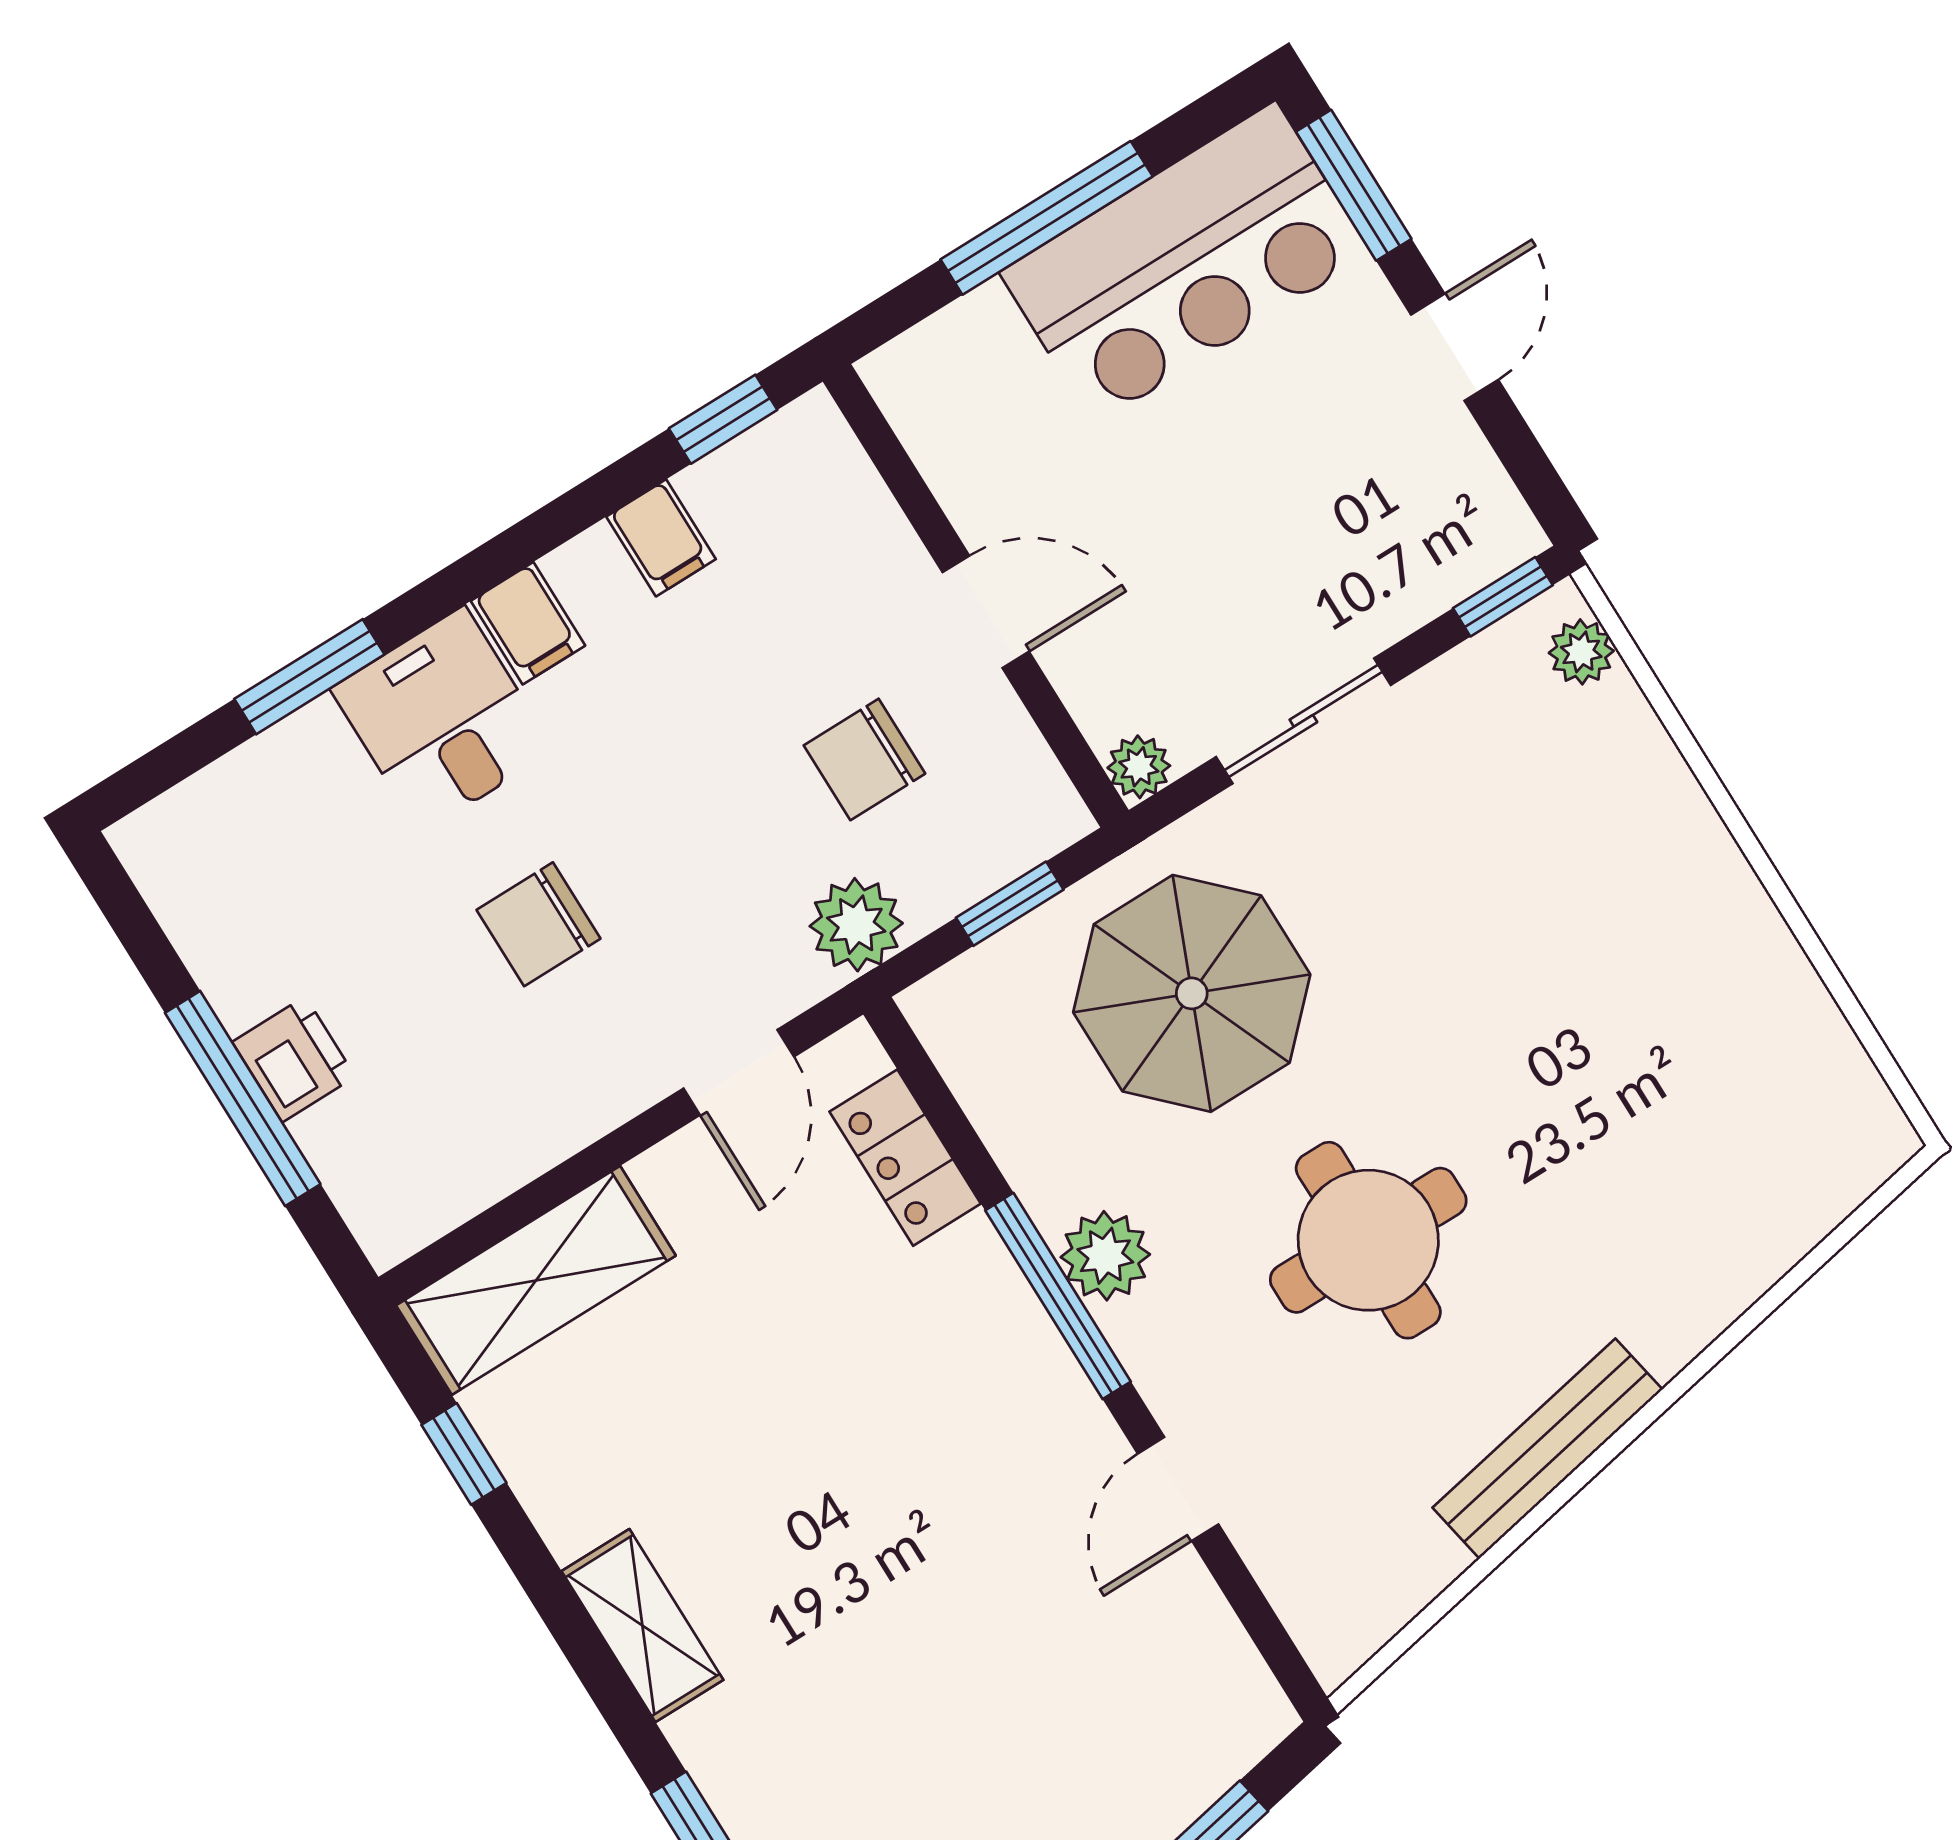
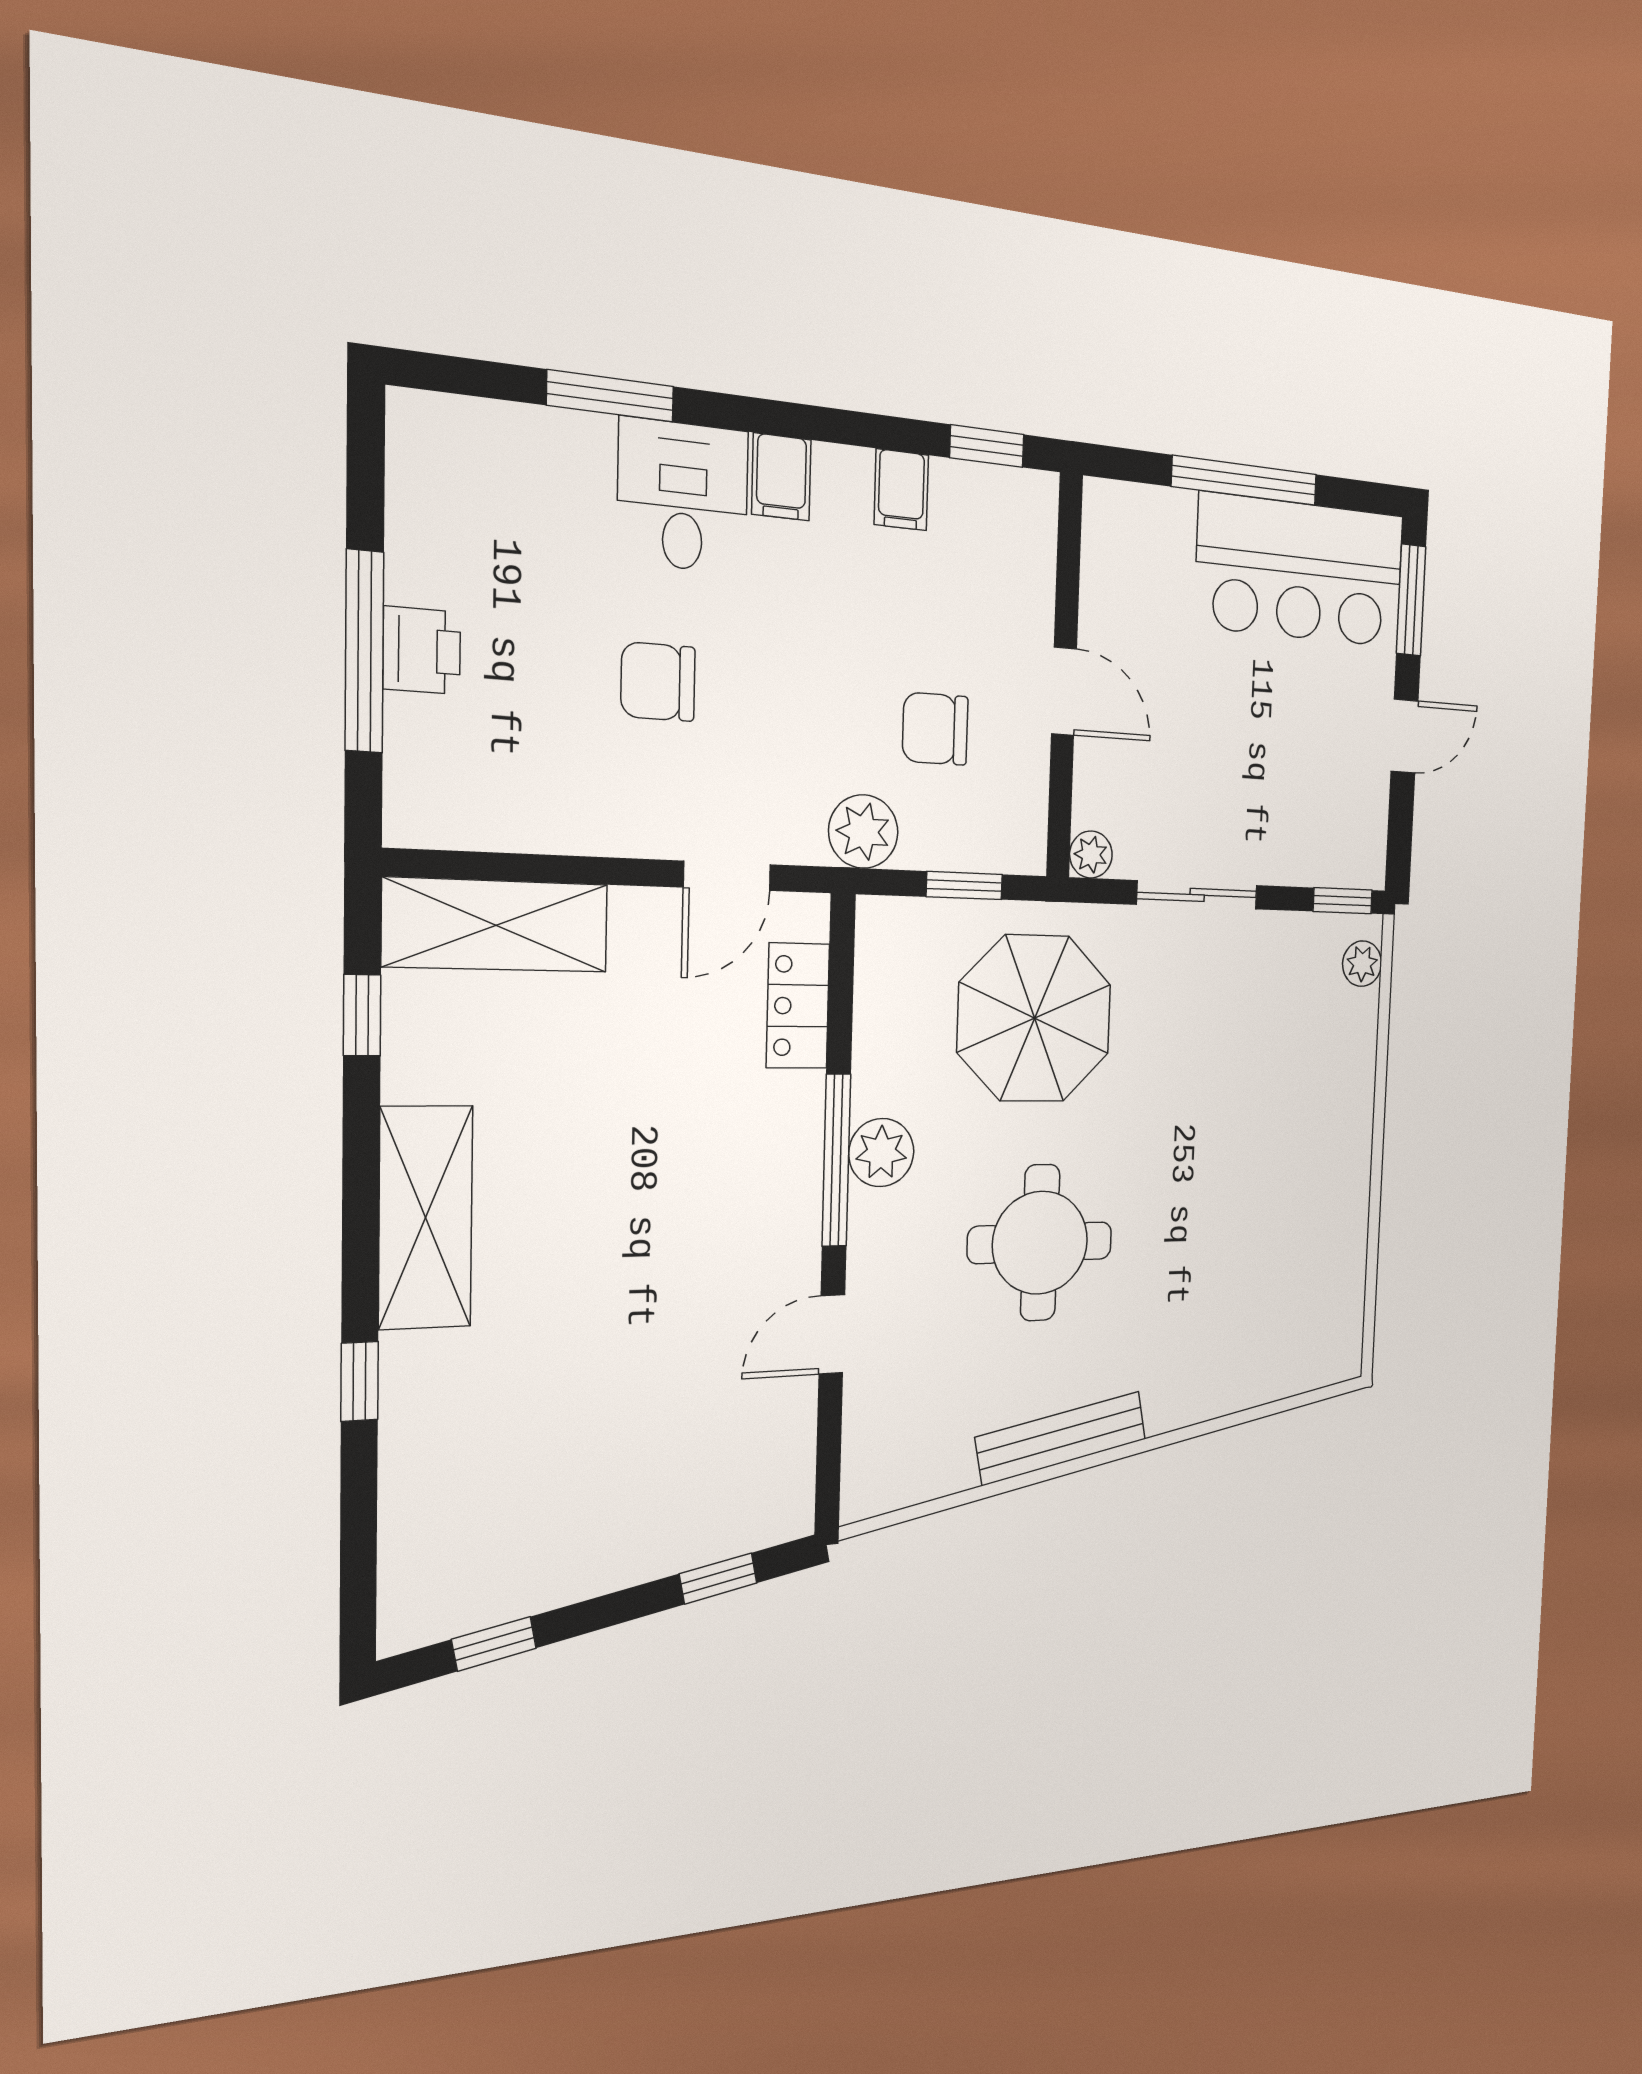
shelving: (642, 1626) -> (426, 1217), width x1.50, depth x1.33

